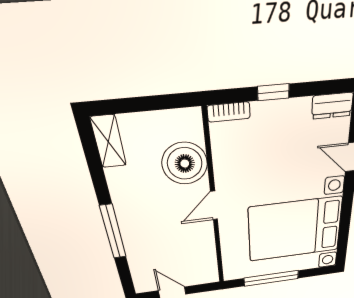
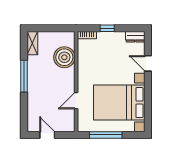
door: (214, 206) -> (76, 101), moved
window: (113, 232) -> (24, 76), moved

